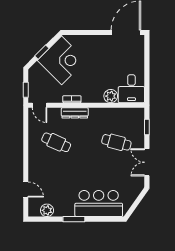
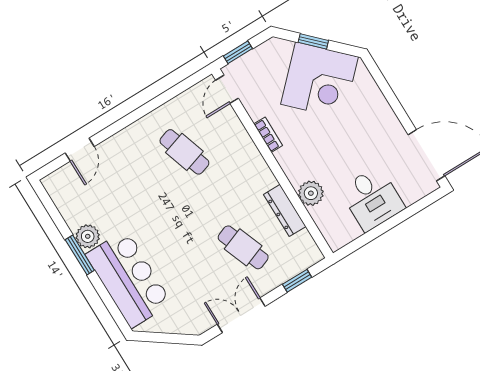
desk: (131, 89) -> (372, 199), moved, turned -90
dresser: (75, 113) -> (285, 210), moved
cafe table: (56, 142) -> (184, 152), turned -42
cafe table: (116, 142) -> (243, 247), turned -36
plant: (47, 210) -> (88, 236), moved

